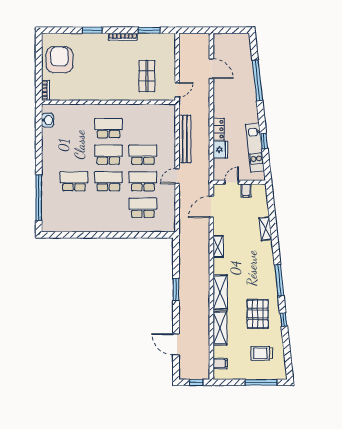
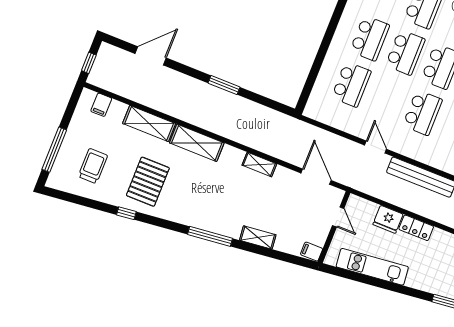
window: (264, 141) -> (376, 282), removed
school desk: (143, 181) -> (370, 38), moved
filing cabinet: (246, 191) -> (312, 252), moved
window: (279, 280) -> (210, 236), moved
pallet: (258, 314) -> (148, 182), turned 90

